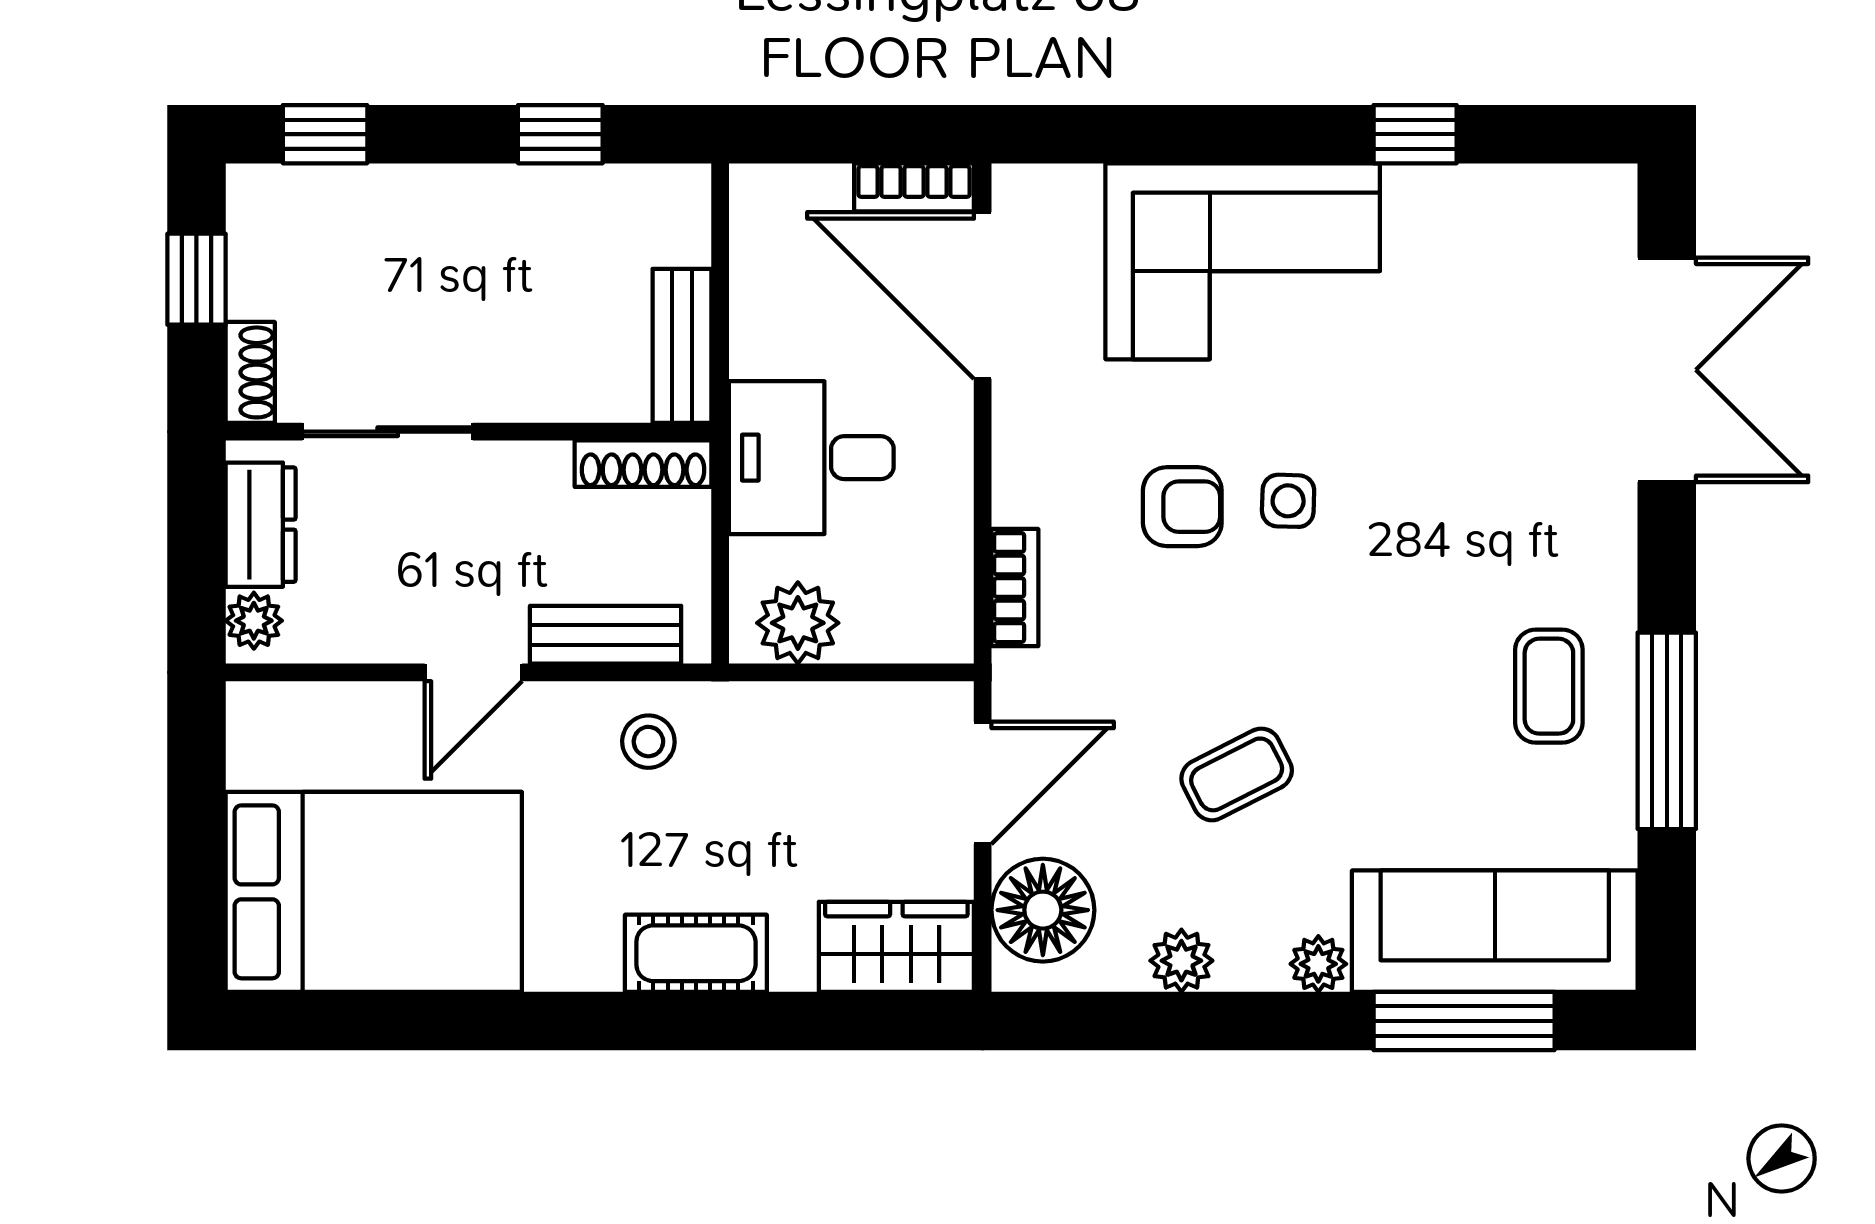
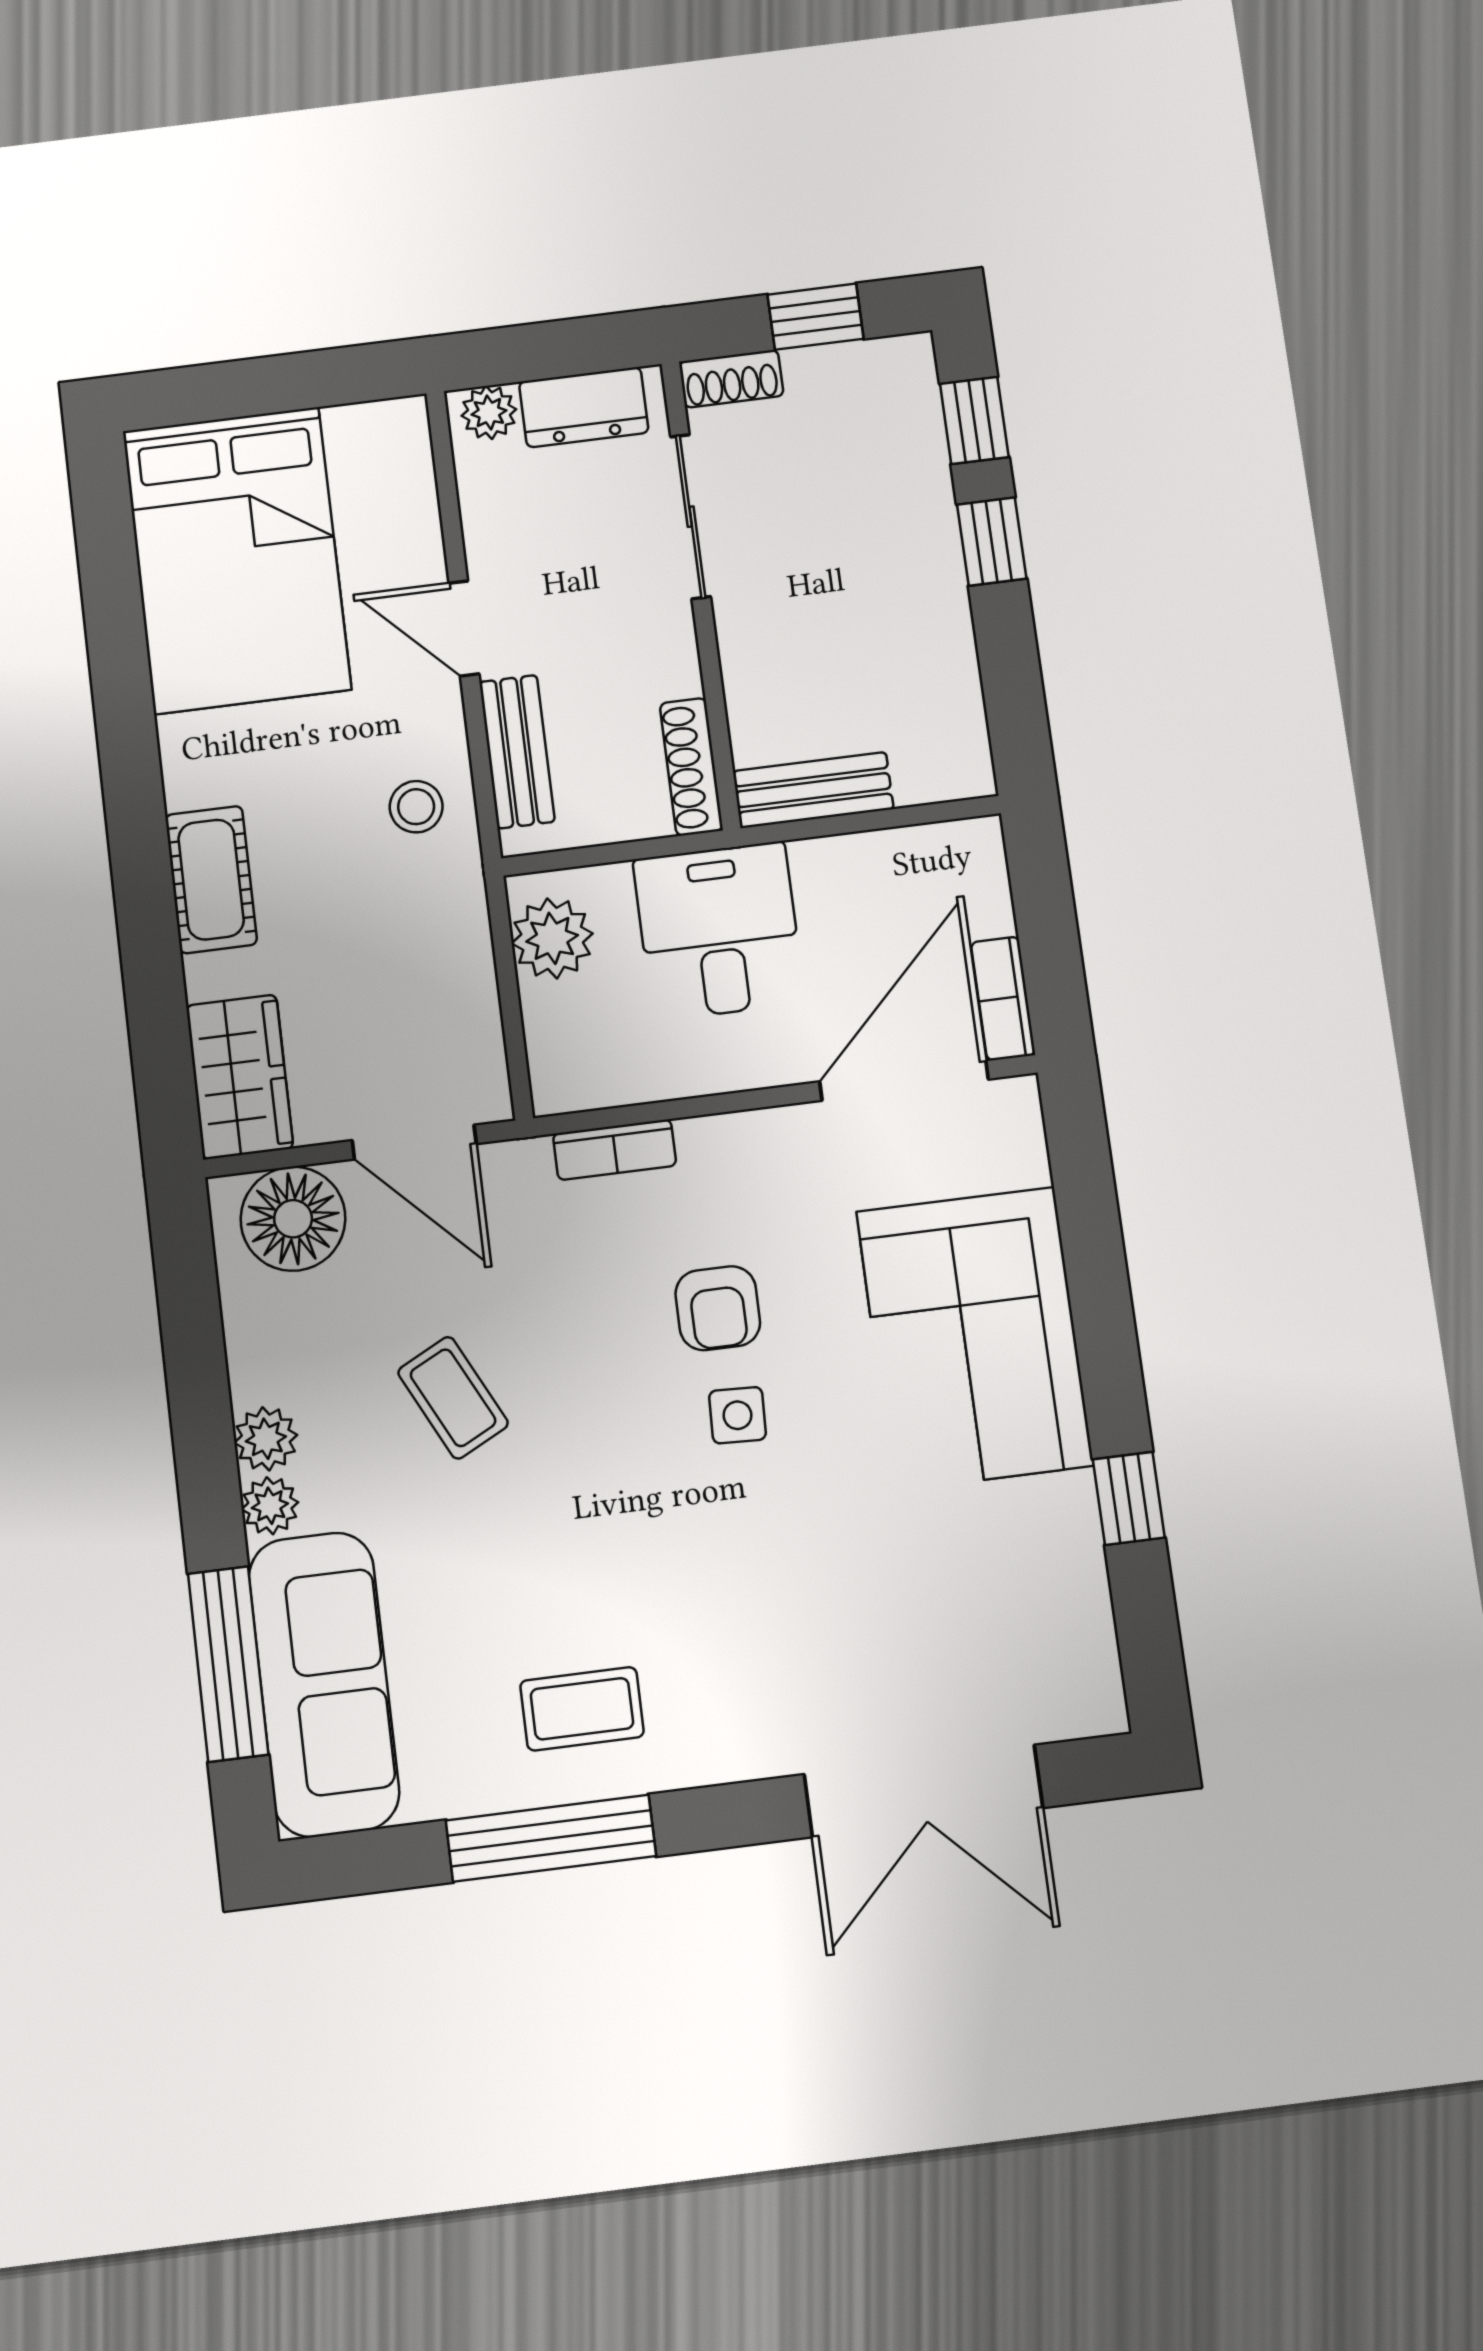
window: (560, 134) -> (992, 542), moved
plant: (1181, 961) -> (266, 1439), moved

